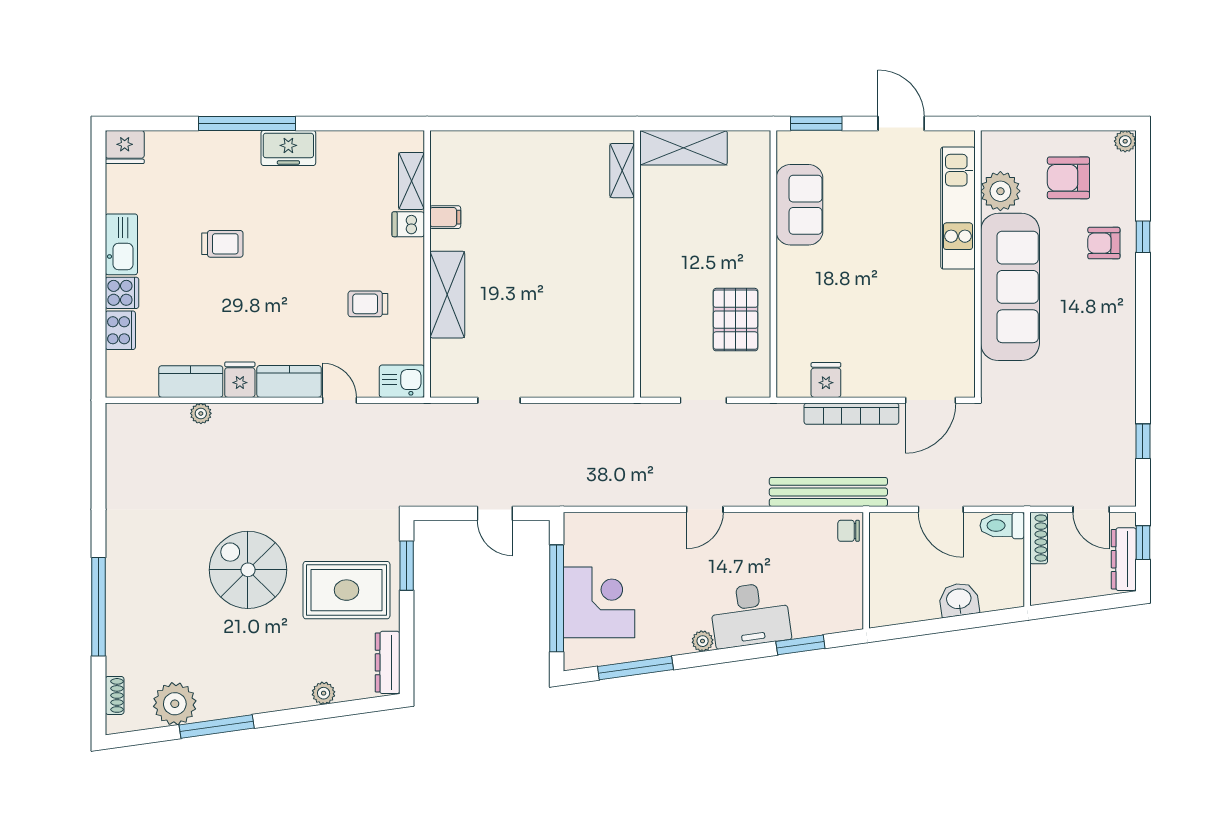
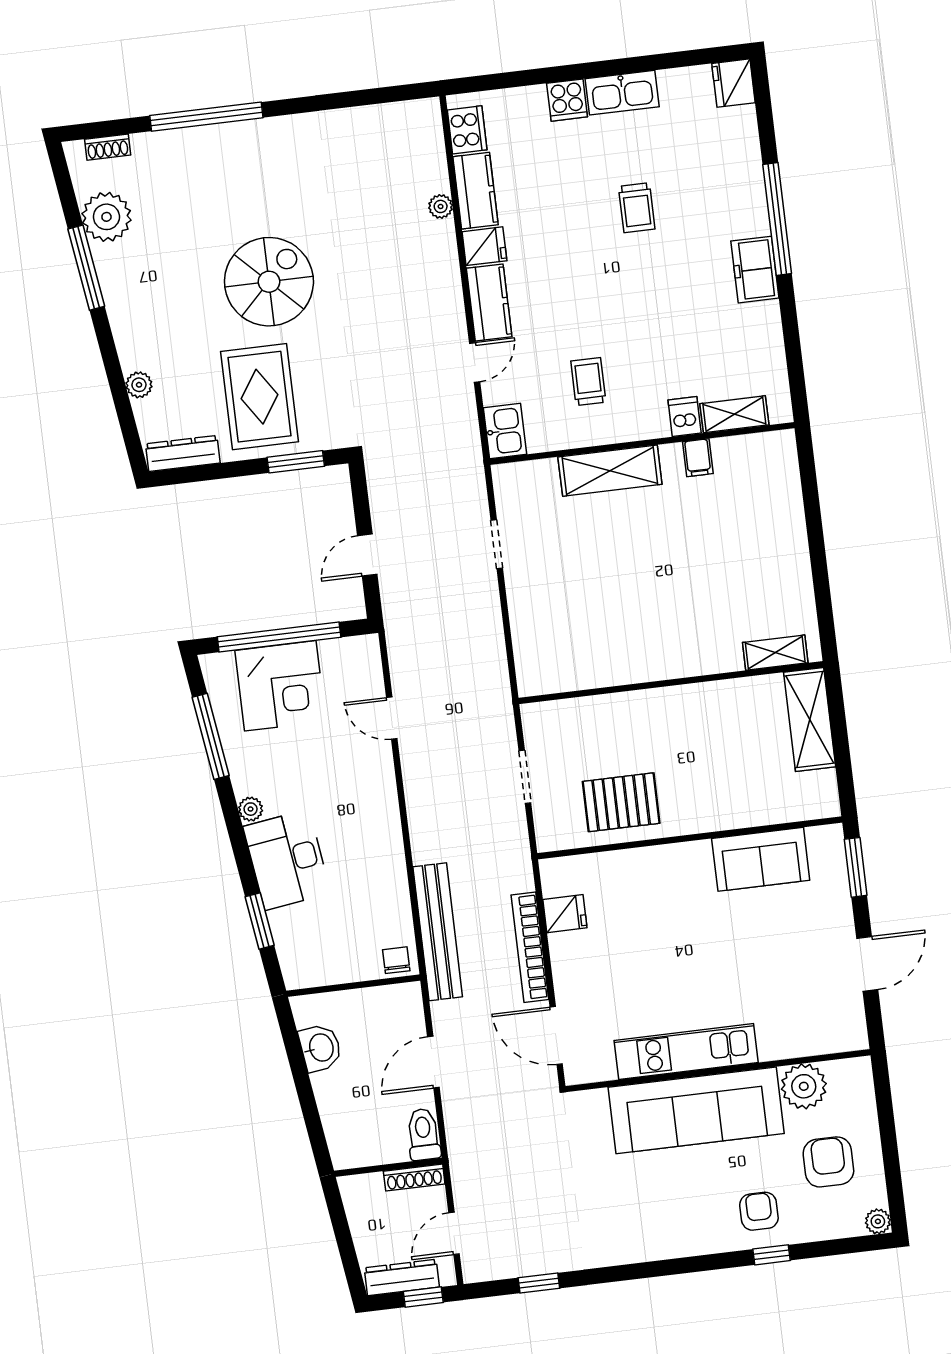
kitchen unit: (958, 208) -> (686, 1052), moved
cooker: (120, 330) -> (467, 130), moved, turned -90
door: (705, 509) -> (392, 718), moved
washbasin: (959, 600) -> (320, 1048), moved

